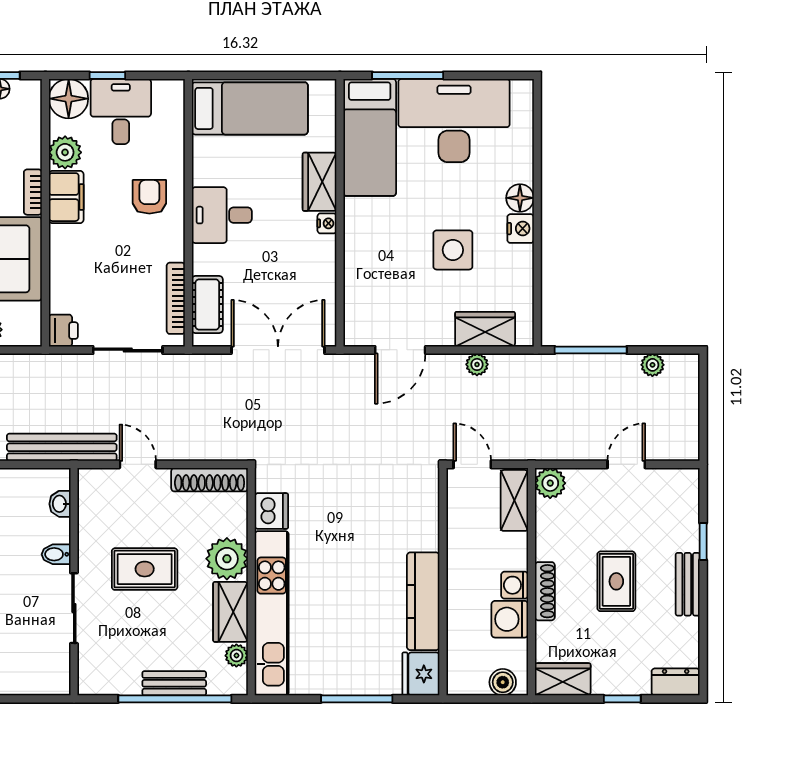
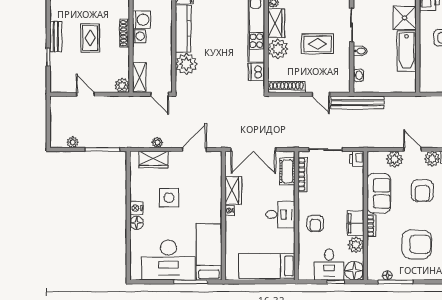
wardrobe: (320, 182) -> (233, 190), moved
door: (626, 464) -> (85, 94), swing flipped
plant: (417, 528) -> (186, 64), added

